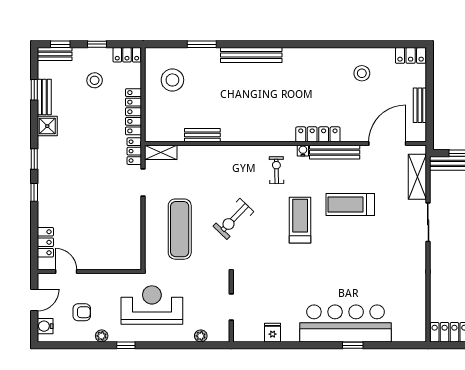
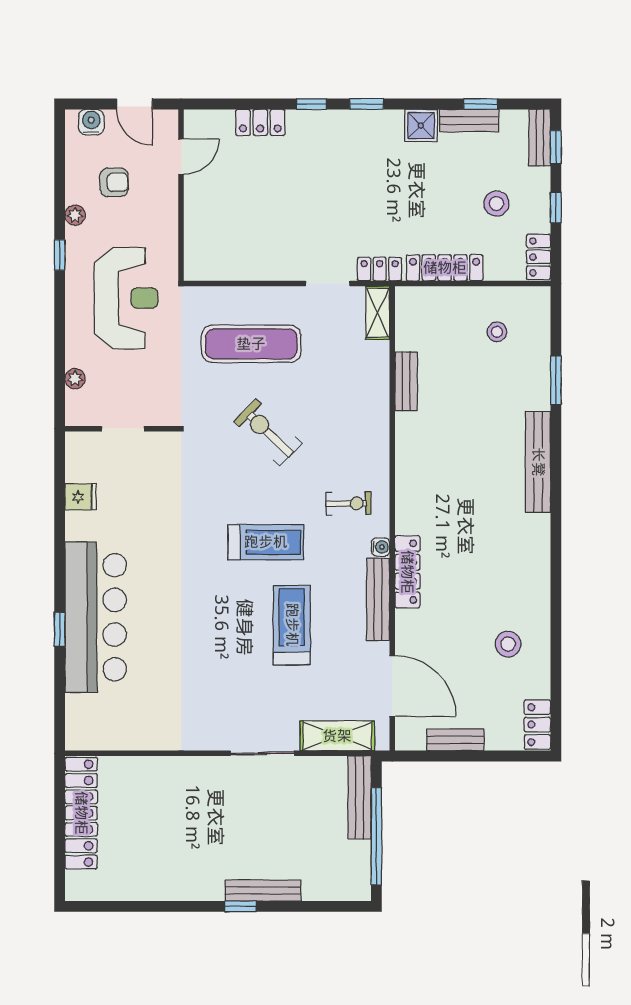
stool: (172, 80) -> (497, 332), width x0.53, depth x0.53
locker: (45, 242) -> (260, 122), moved
armchair: (82, 312) -> (114, 182), turned -91

